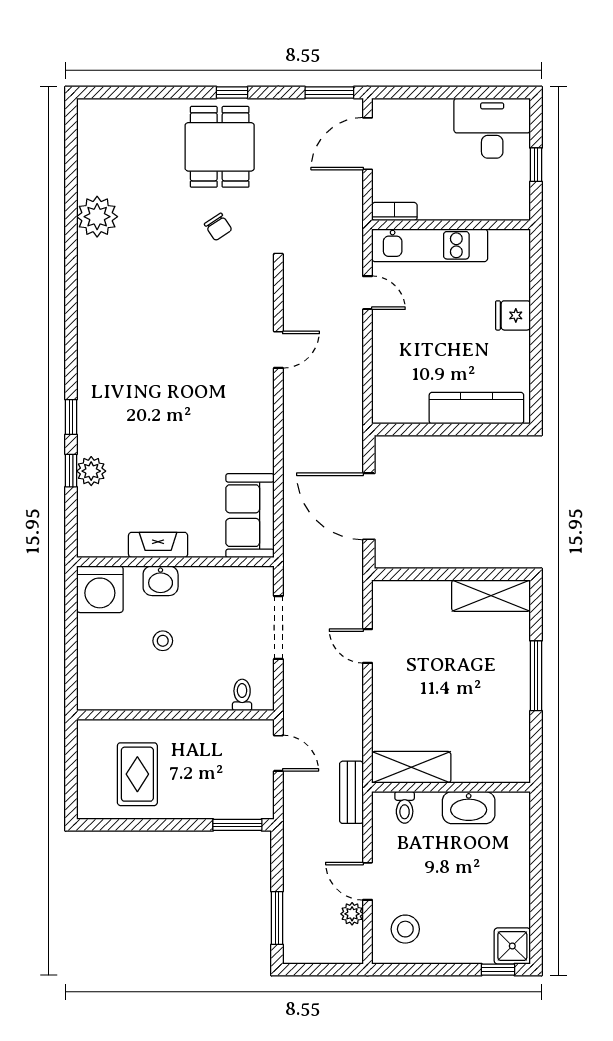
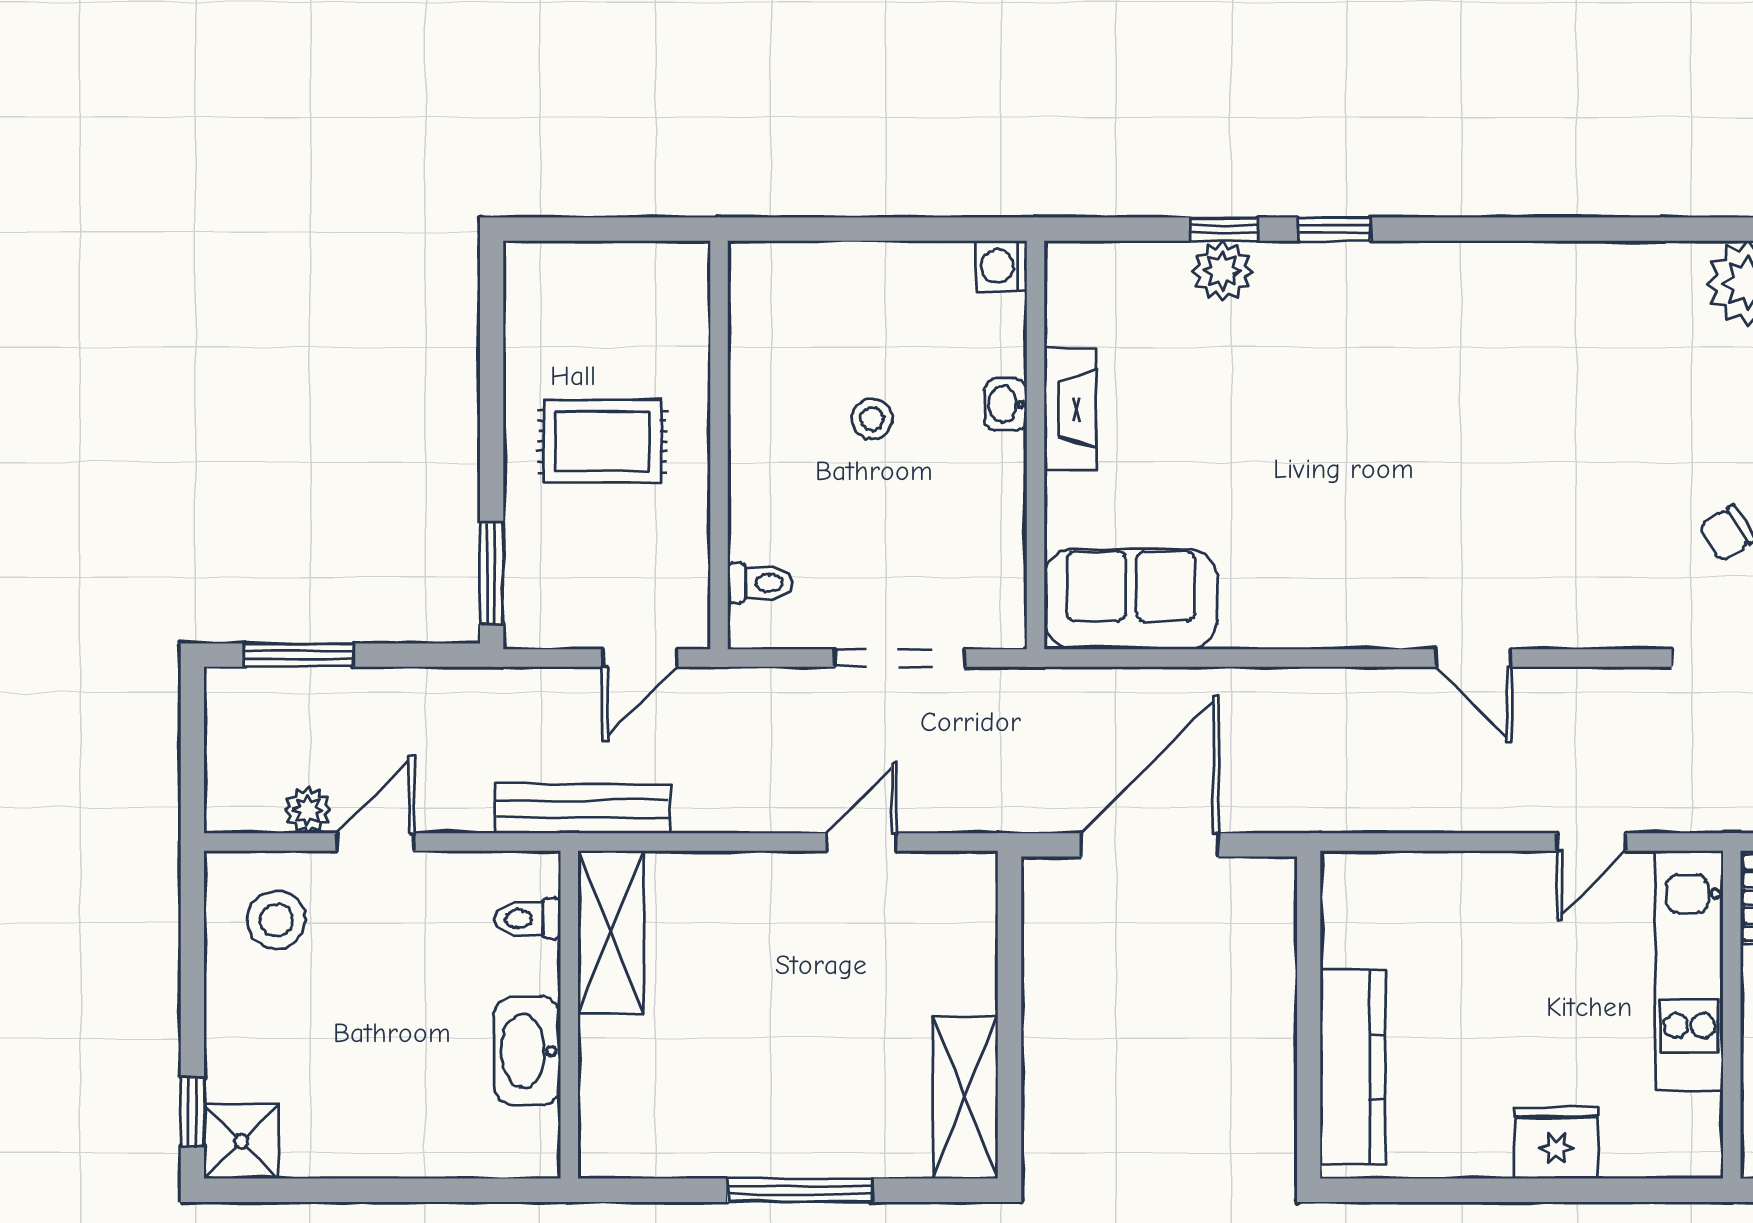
fridge: (513, 315) -> (1556, 1143), width x1.38
washbasin: (161, 581) -> (1006, 404), width x0.72, depth x0.69
washing machine: (100, 589) -> (1001, 266), width x0.53, depth x0.53
rug: (137, 774) -> (602, 441), moved
bench: (351, 792) -> (582, 809), width x1.36

